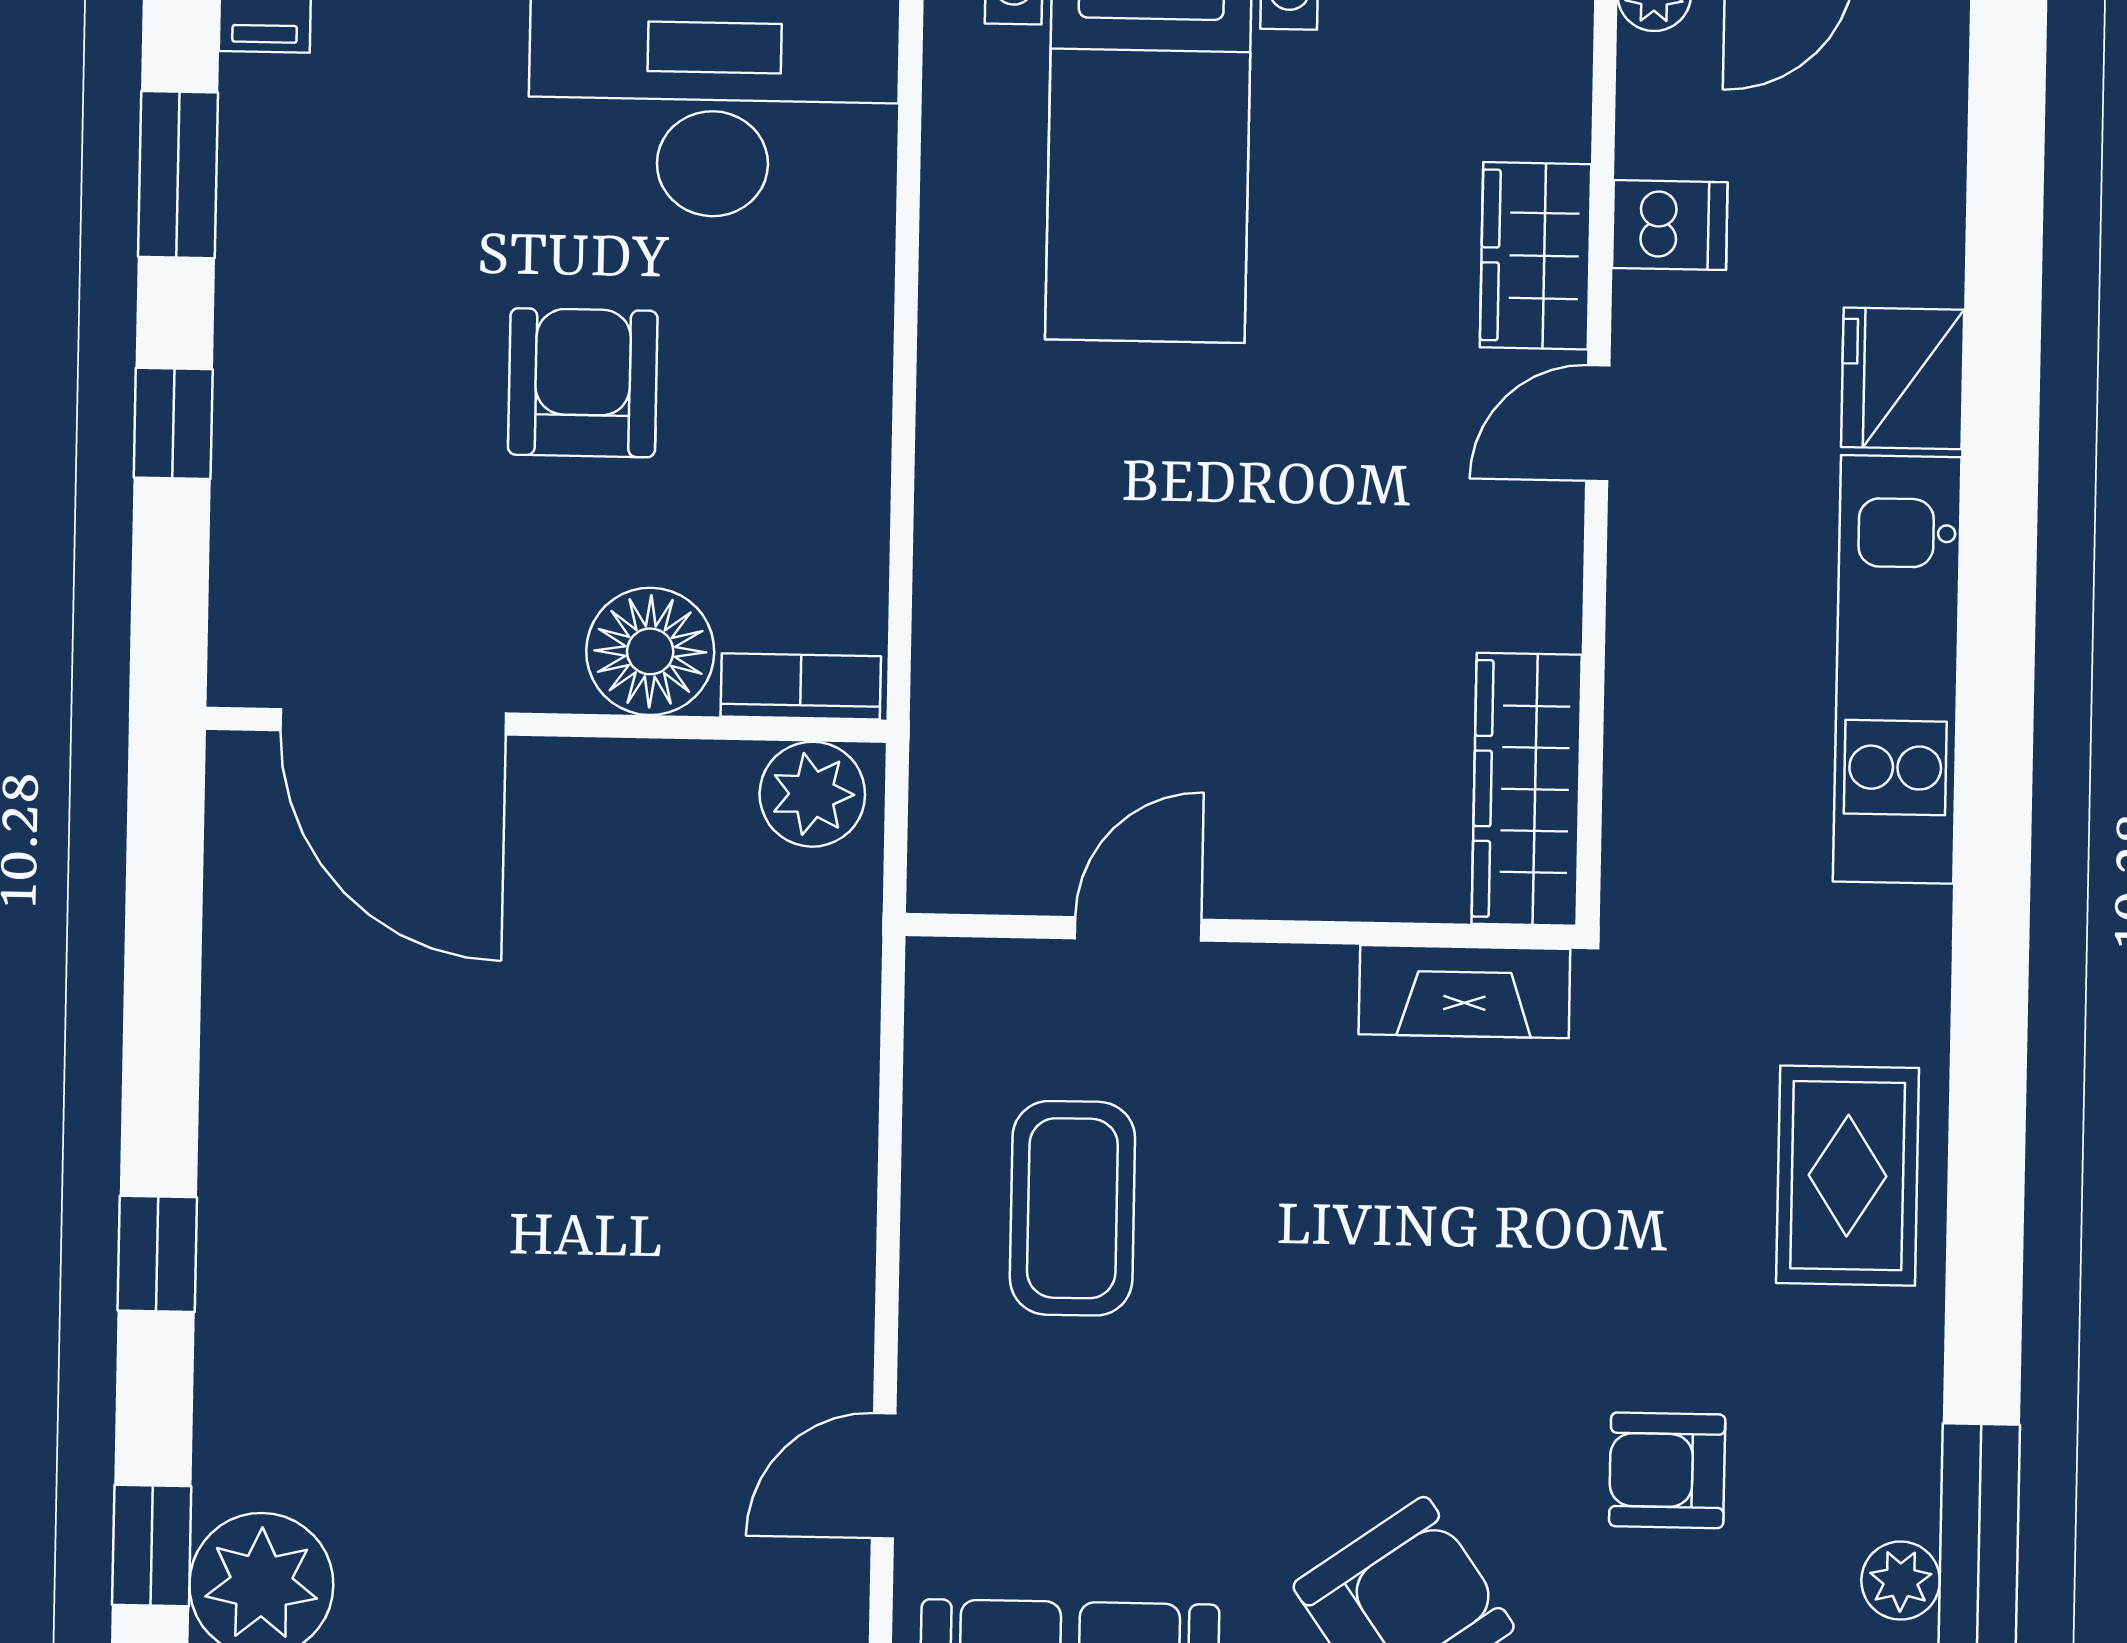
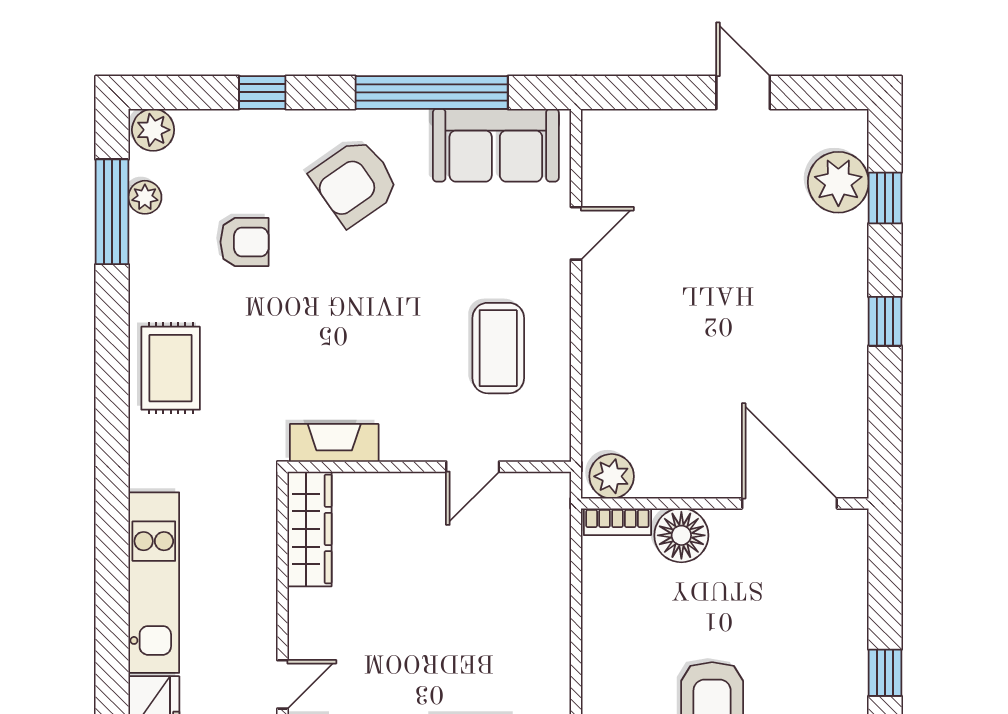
floor lamp: (650, 651) -> (681, 535), moved
bookcase: (801, 686) -> (617, 522), moved
door: (393, 722) -> (790, 503), moved
wall: (546, 725) -> (725, 503), moved
plant: (812, 794) -> (612, 476), moved

